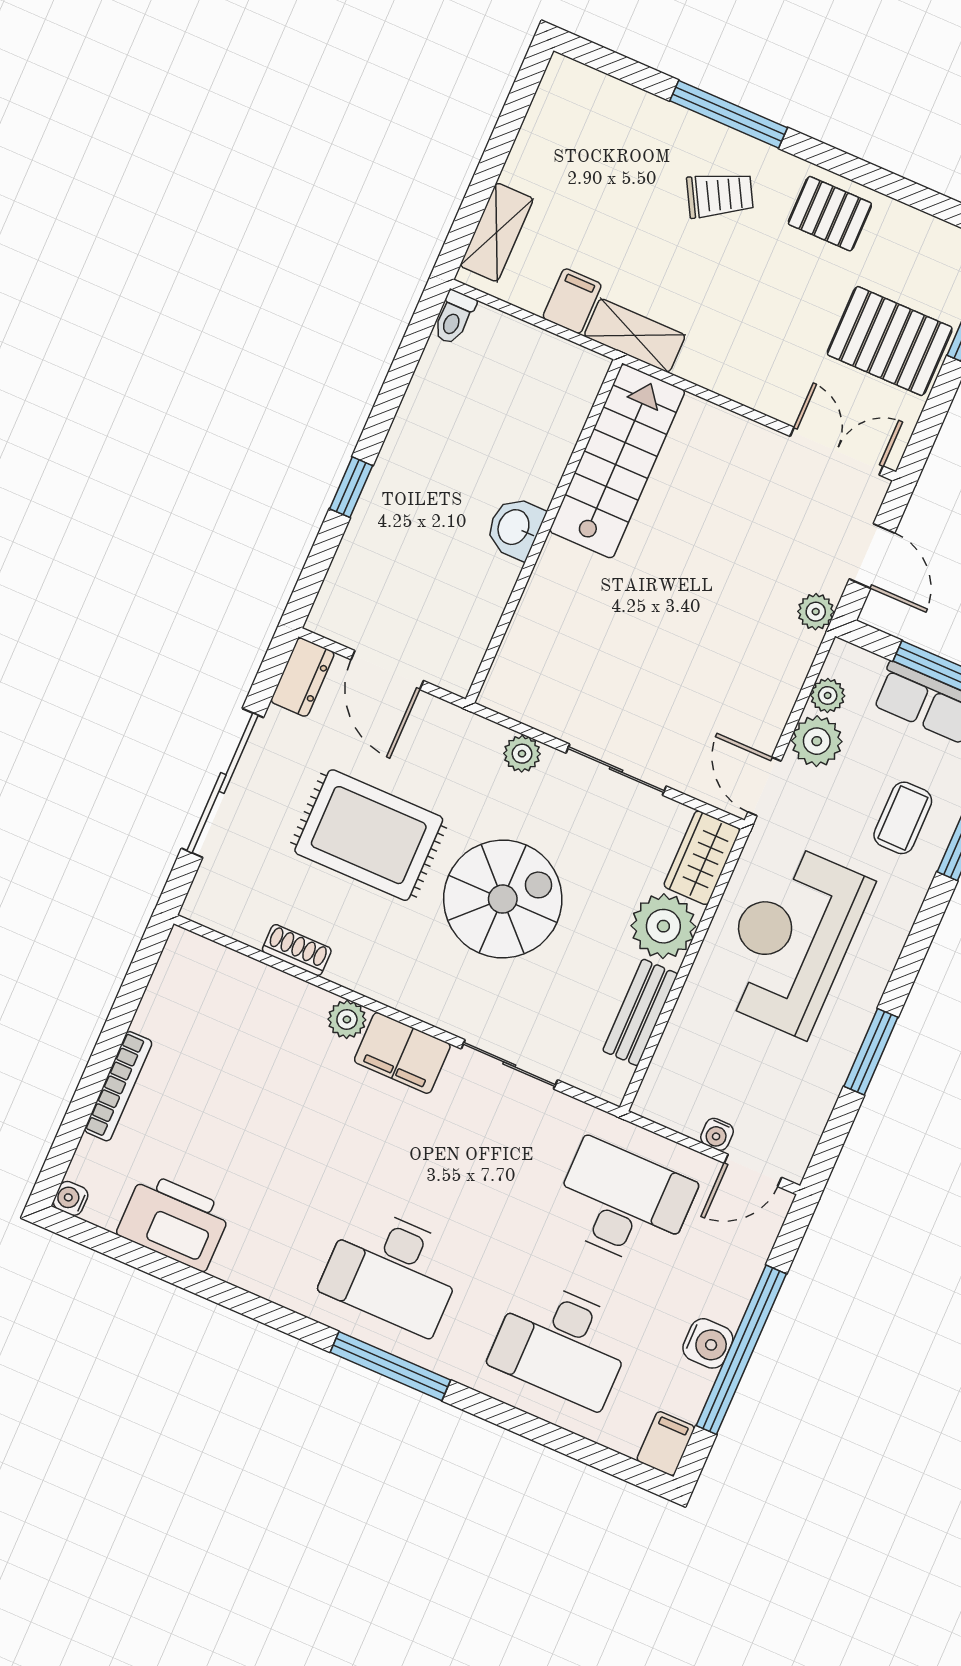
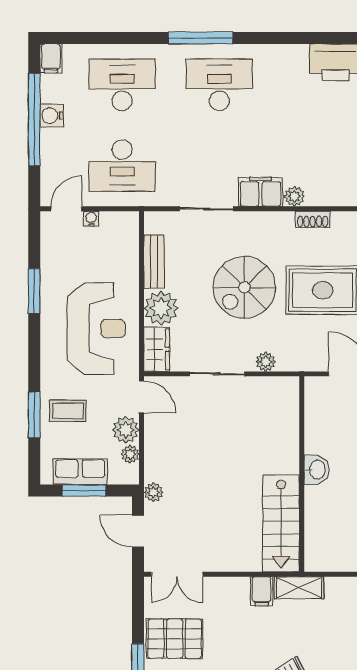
filing cabinet: (572, 301) -> (262, 591), moved
coffee table: (903, 818) -> (68, 411), turned 90
shoe rack: (297, 950) -> (313, 219), moved

